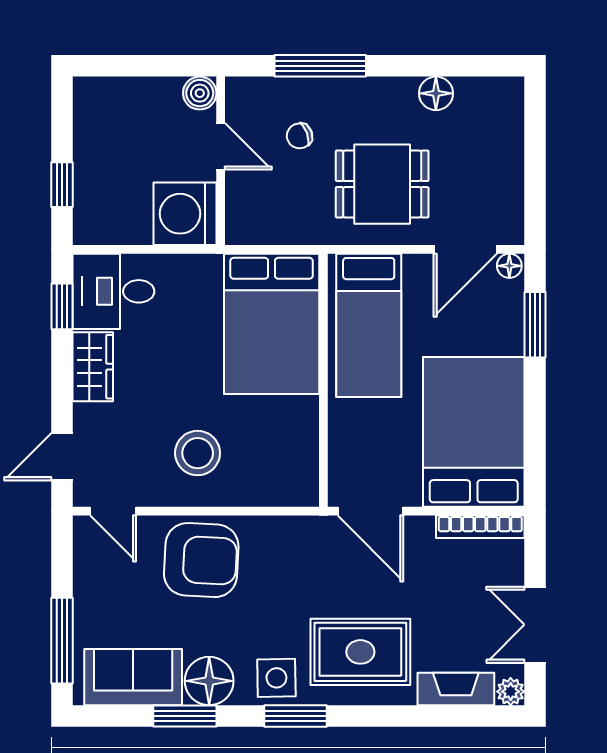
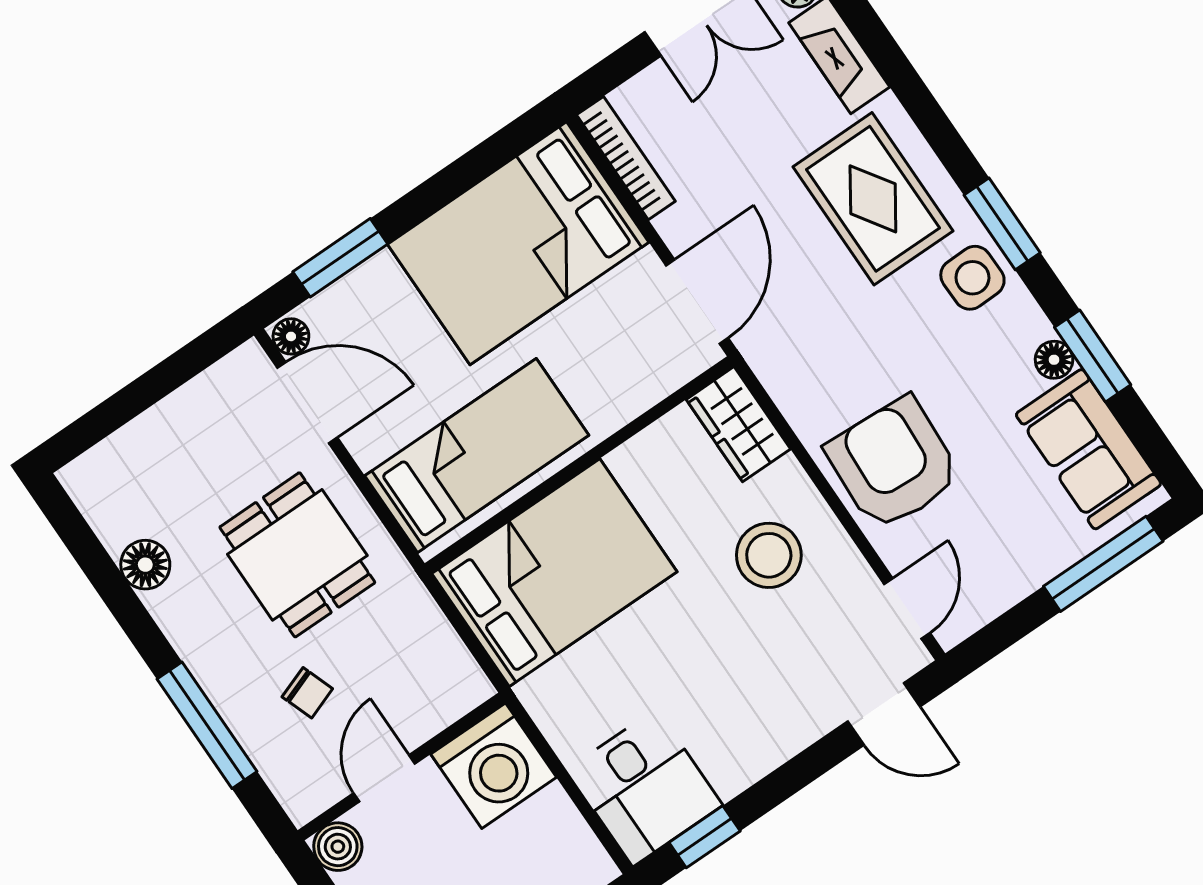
wardrobe: (93, 367) -> (738, 424), moved, turned -90
floor lamp: (209, 681) -> (1054, 360), width x0.53, depth x0.53

